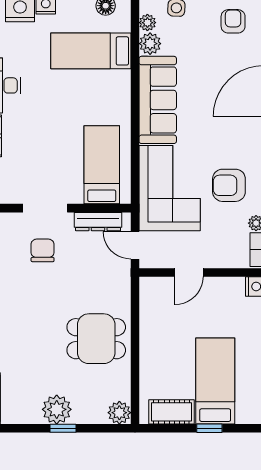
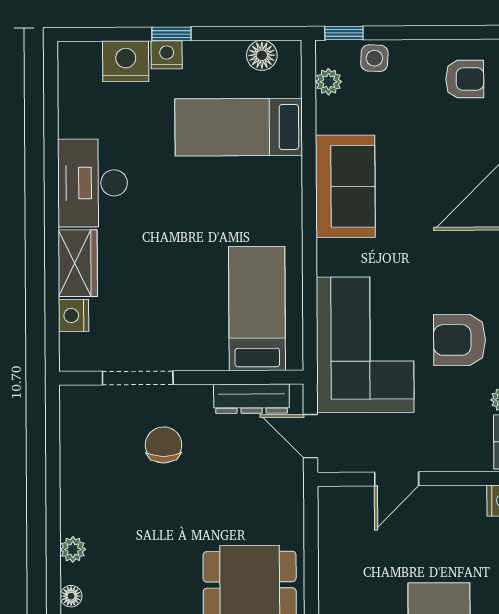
armchair: (233, 21) -> (465, 79), turned 90
plant: (150, 44) -> (333, 115), removed
sofa: (158, 100) -> (345, 186), width x0.73
doorway: (45, 208) -> (138, 378), moved

